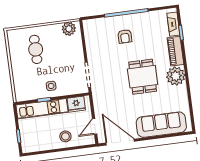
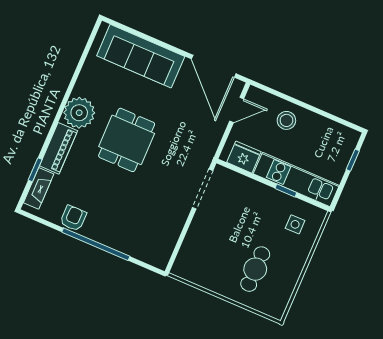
plant: (69, 29) -> (191, 270), removed
armchair: (125, 36) -> (73, 218), moved
side table: (51, 86) -> (295, 224), moved

